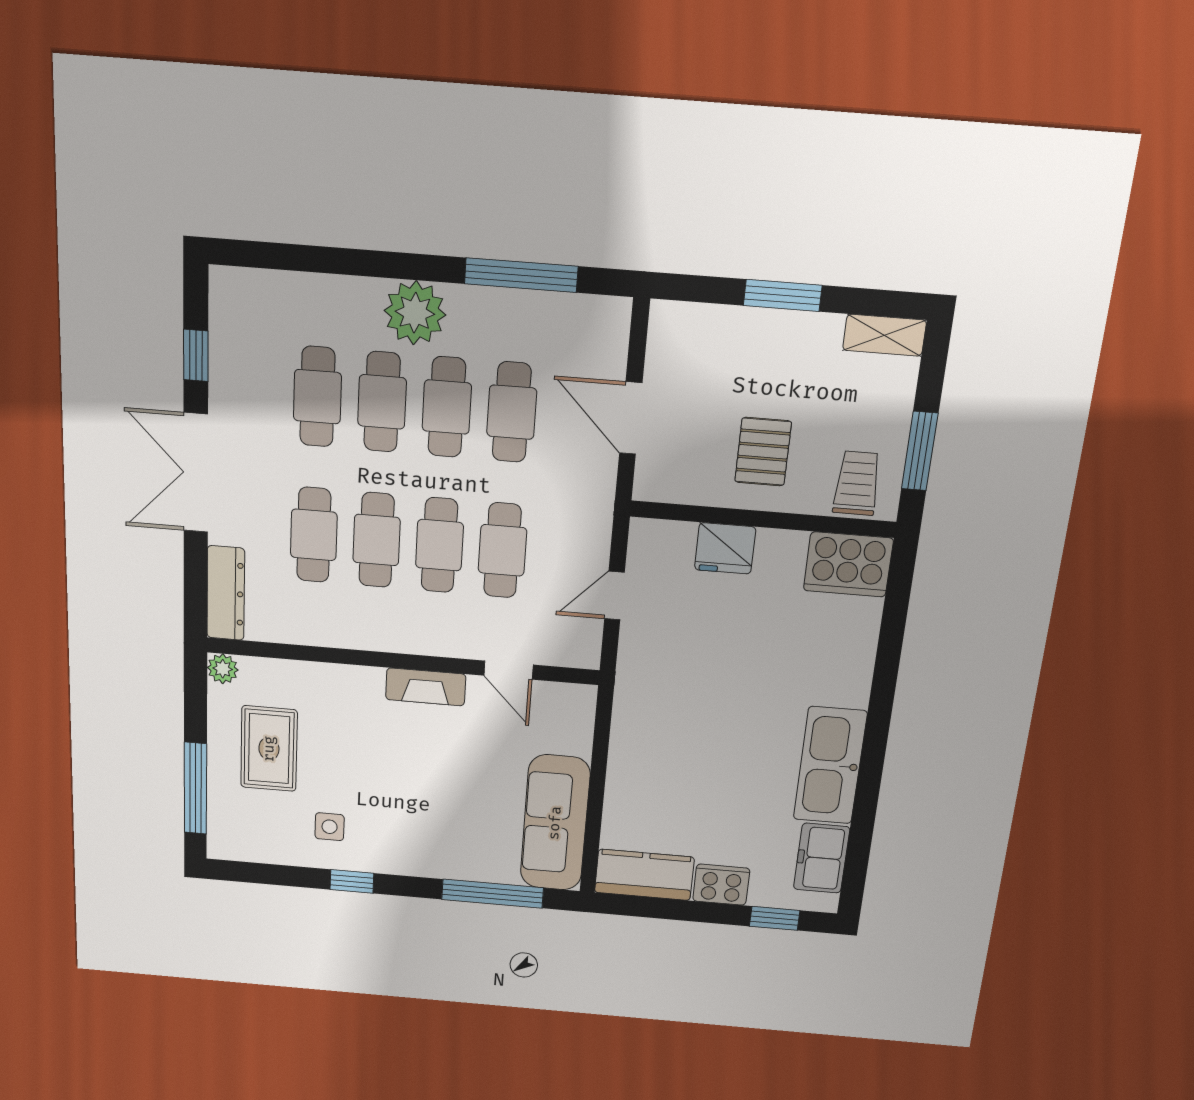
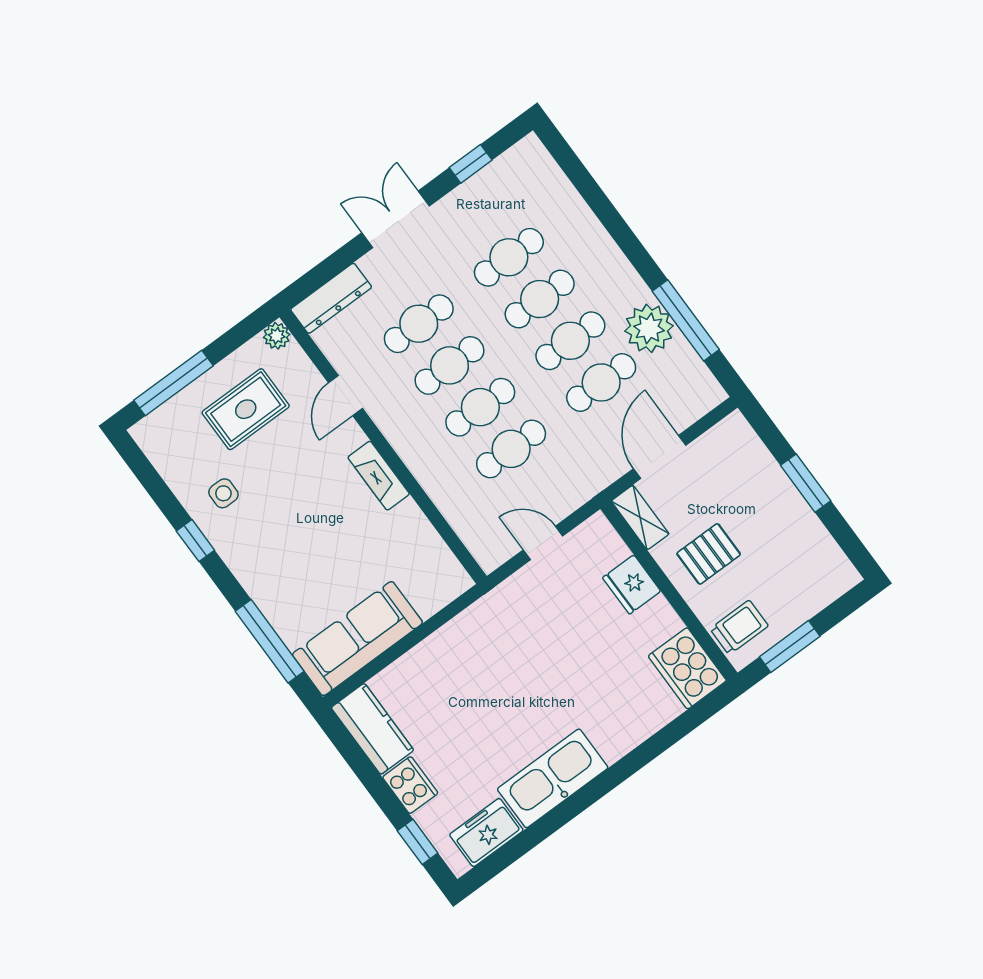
plant: (415, 313) -> (649, 328), moved
shelving: (884, 335) -> (640, 517), moved
double door: (196, 473) -> (395, 219), width x0.73
door: (508, 670) -> (345, 396), moved

